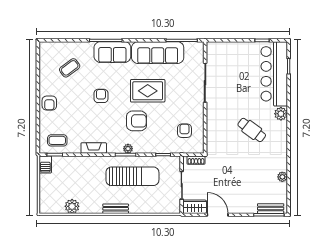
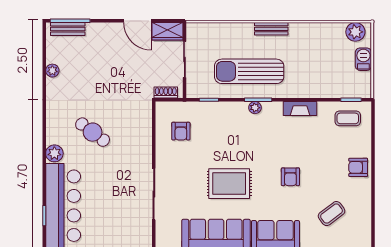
armchair: (49, 103) -> (358, 167), turned -90
armchair: (136, 121) -> (244, 144), removed
barbecue: (45, 164) -> (363, 59), moved
plant: (72, 206) -> (355, 32), moved

